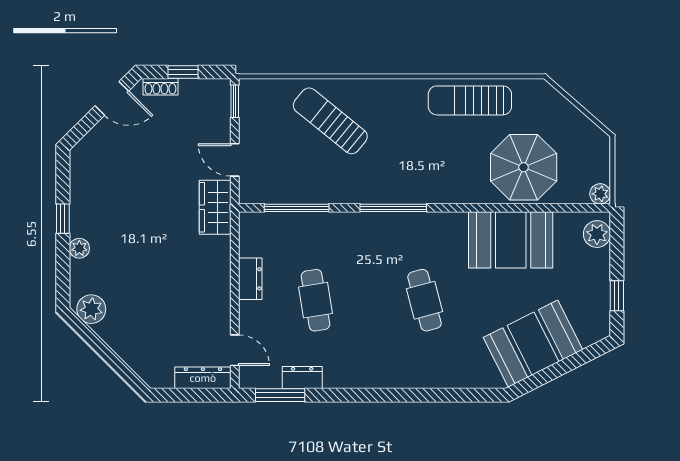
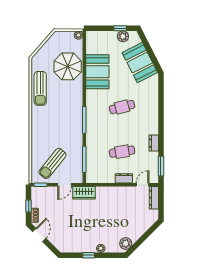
sun lounger: (330, 121) -> (52, 163), moved
plant: (597, 234) -> (123, 36), moved
dresser: (250, 279) -> (124, 178), moved
dresser: (302, 378) -> (154, 143), moved

